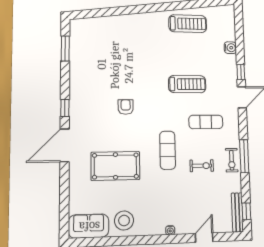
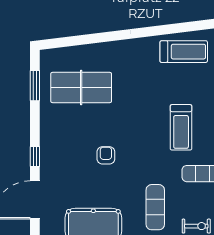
table tennis table: (104, 51) -> (81, 88), added
treadmill: (187, 84) -> (181, 127), turned 90

